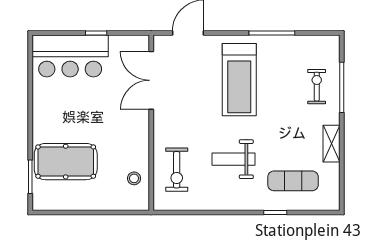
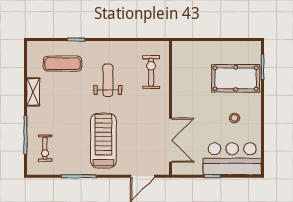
exercise bike: (317, 87) -> (45, 148), moved
weight bench: (233, 159) -> (108, 80), turned -90
stool: (134, 178) -> (234, 118), moved

